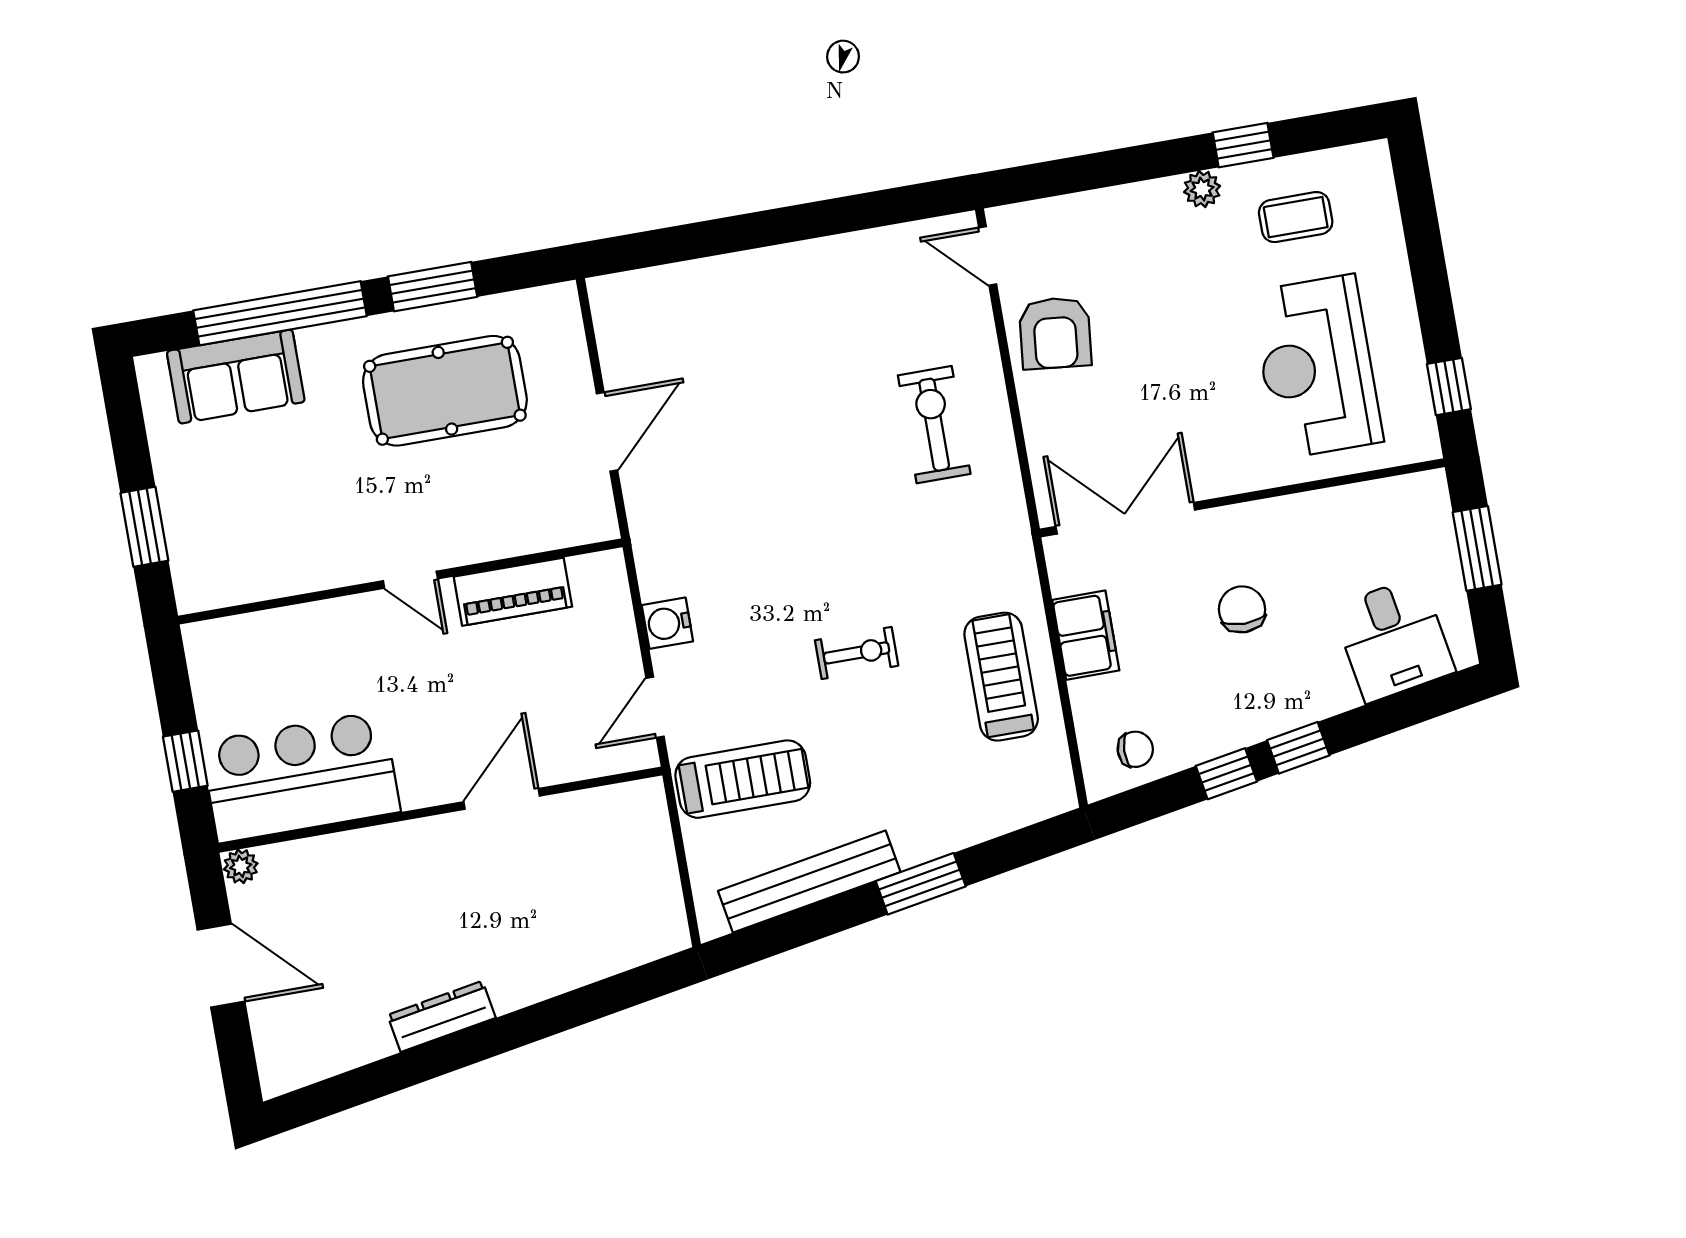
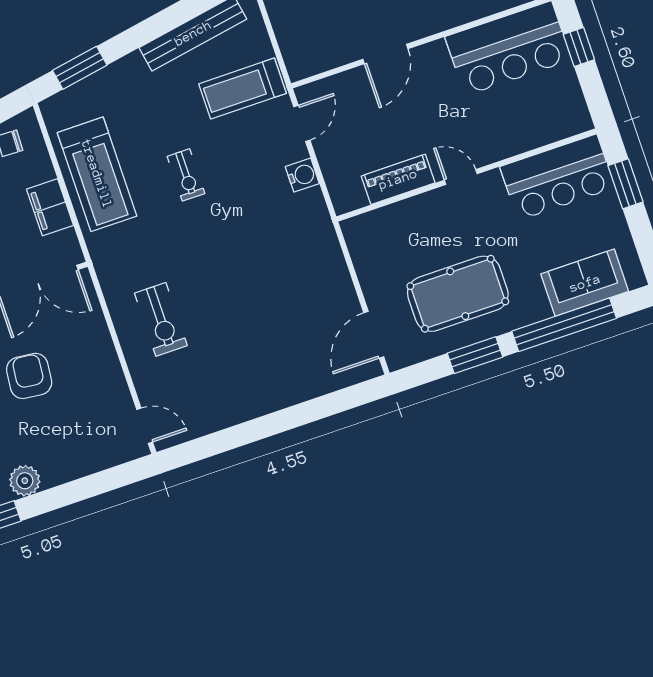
plant: (1202, 189) -> (25, 481), width x1.38, depth x1.38
armchair: (1055, 333) -> (29, 376), moved
door: (607, 432) -> (374, 335), moved
bar counter: (253, 555) -> (557, 177), added
exercise bike: (857, 653) -> (186, 175), turned -90
treadmill: (1001, 677) -> (97, 174), width x1.37, depth x1.38
window: (921, 884) -> (80, 68), moved

